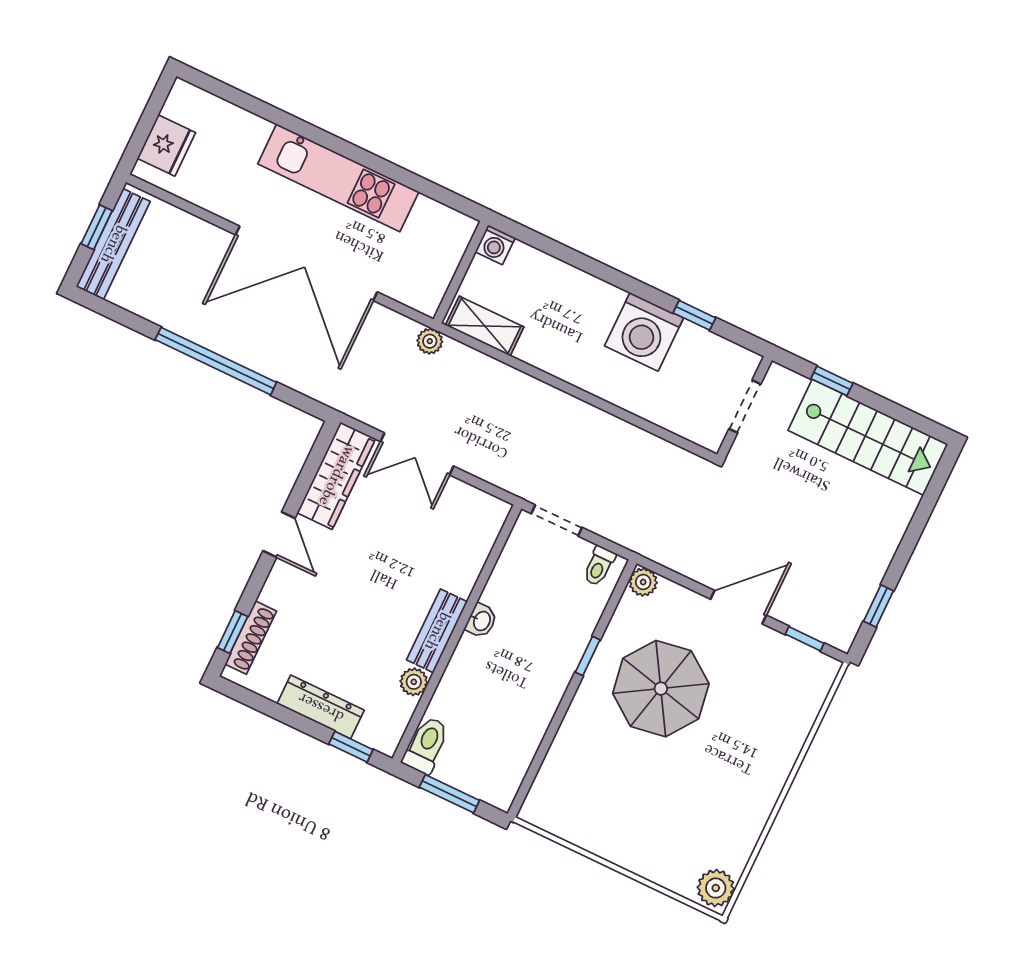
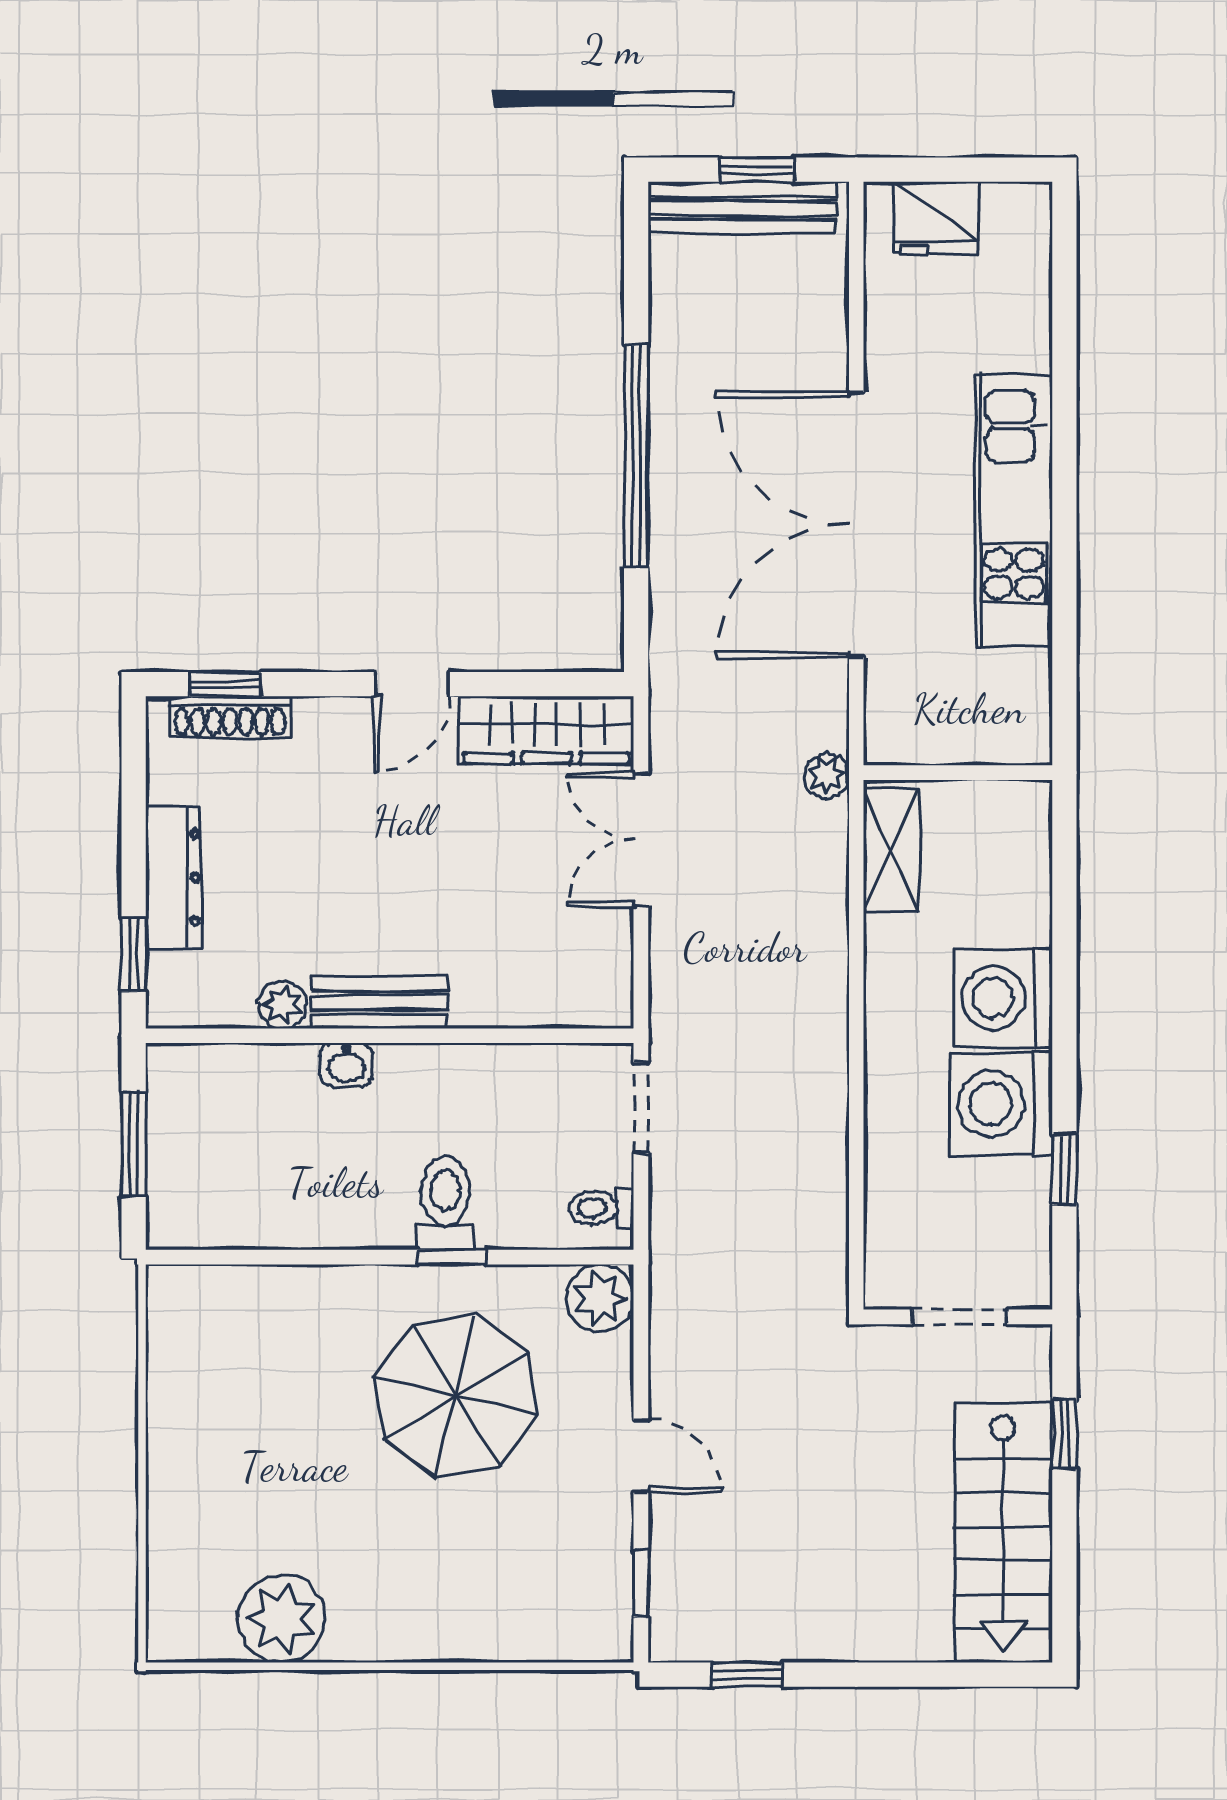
washing machine: (495, 245) -> (1003, 998), moved, width x1.89, depth x1.89
plant: (643, 582) -> (600, 1298), width x1.38, depth x1.38
door: (738, 607) -> (641, 1456), width x0.73
washbasin: (481, 621) -> (346, 1064), moved
toilet: (426, 745) -> (445, 1203), moved, turned -90
plant: (716, 888) -> (281, 1619), moved, width x1.36, depth x1.36

